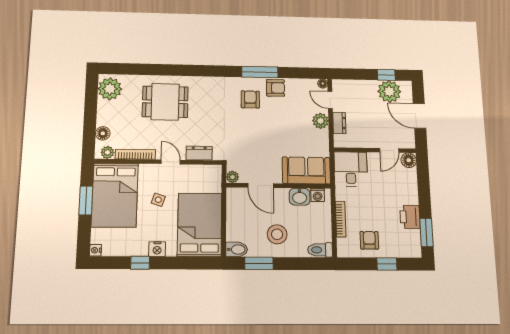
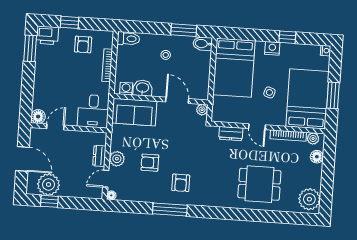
armchair: (276, 88) -> (150, 163), moved
door: (330, 100) -> (106, 179), swing flipped
printer: (410, 217) -> (47, 35), moved, turned 90
stool: (277, 234) -> (166, 55), width x0.53, depth x0.53

